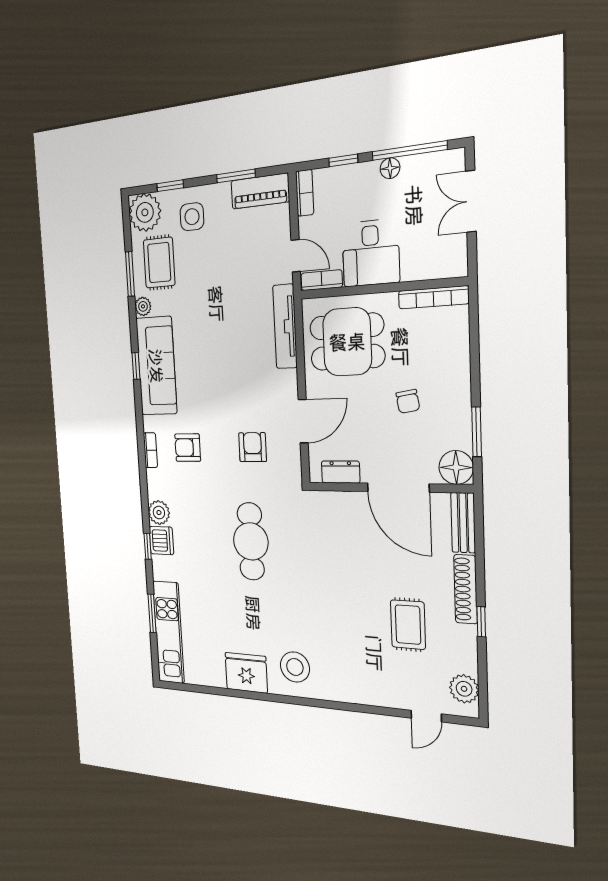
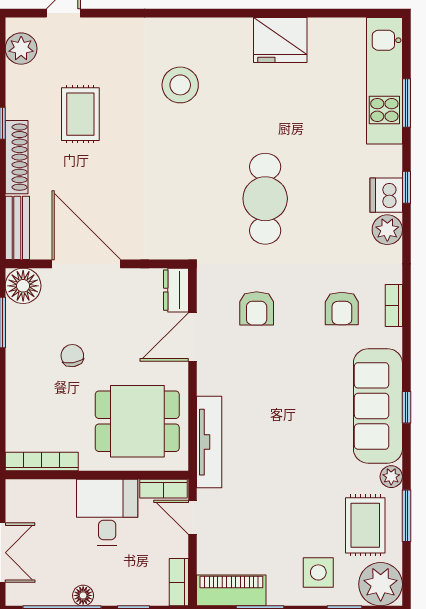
armchair: (188, 448) -> (342, 308), turned 90
dresser: (341, 472) -> (176, 290), moved, turned 90
stool: (295, 667) -> (180, 85), moved

